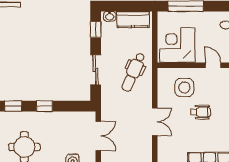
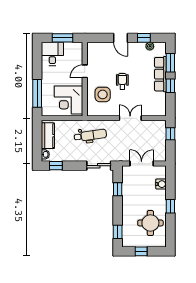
sliding door: (96, 70) -> (99, 166), moved
dental chair: (133, 72) -> (90, 135), turned -32
window: (44, 106) -> (118, 189), moved

